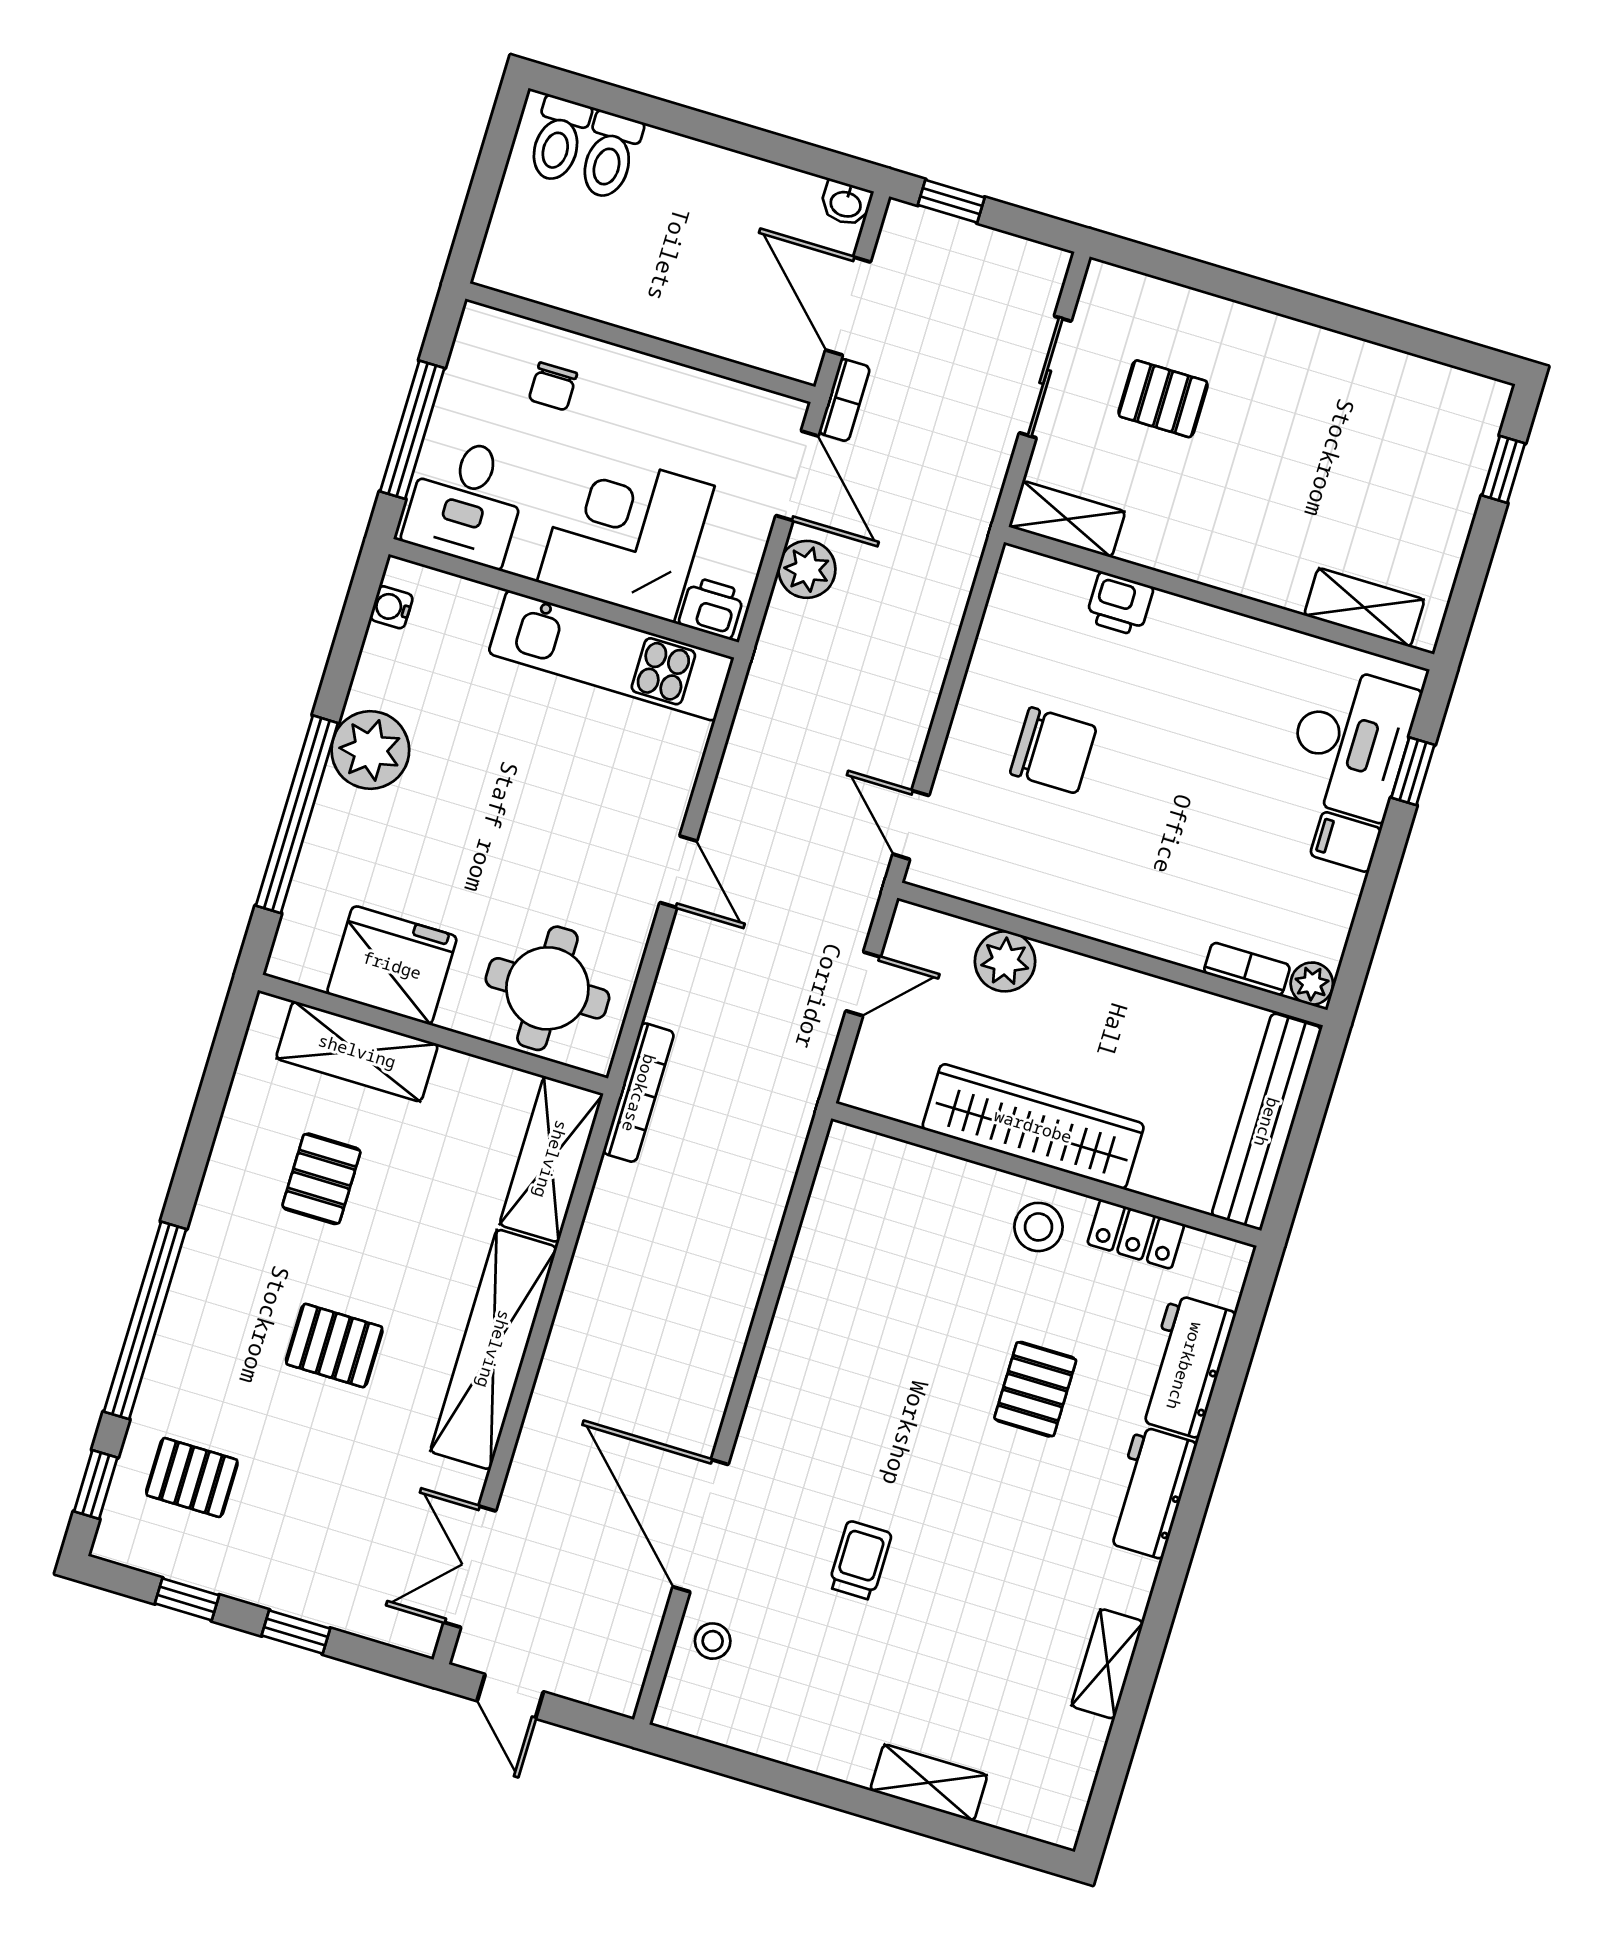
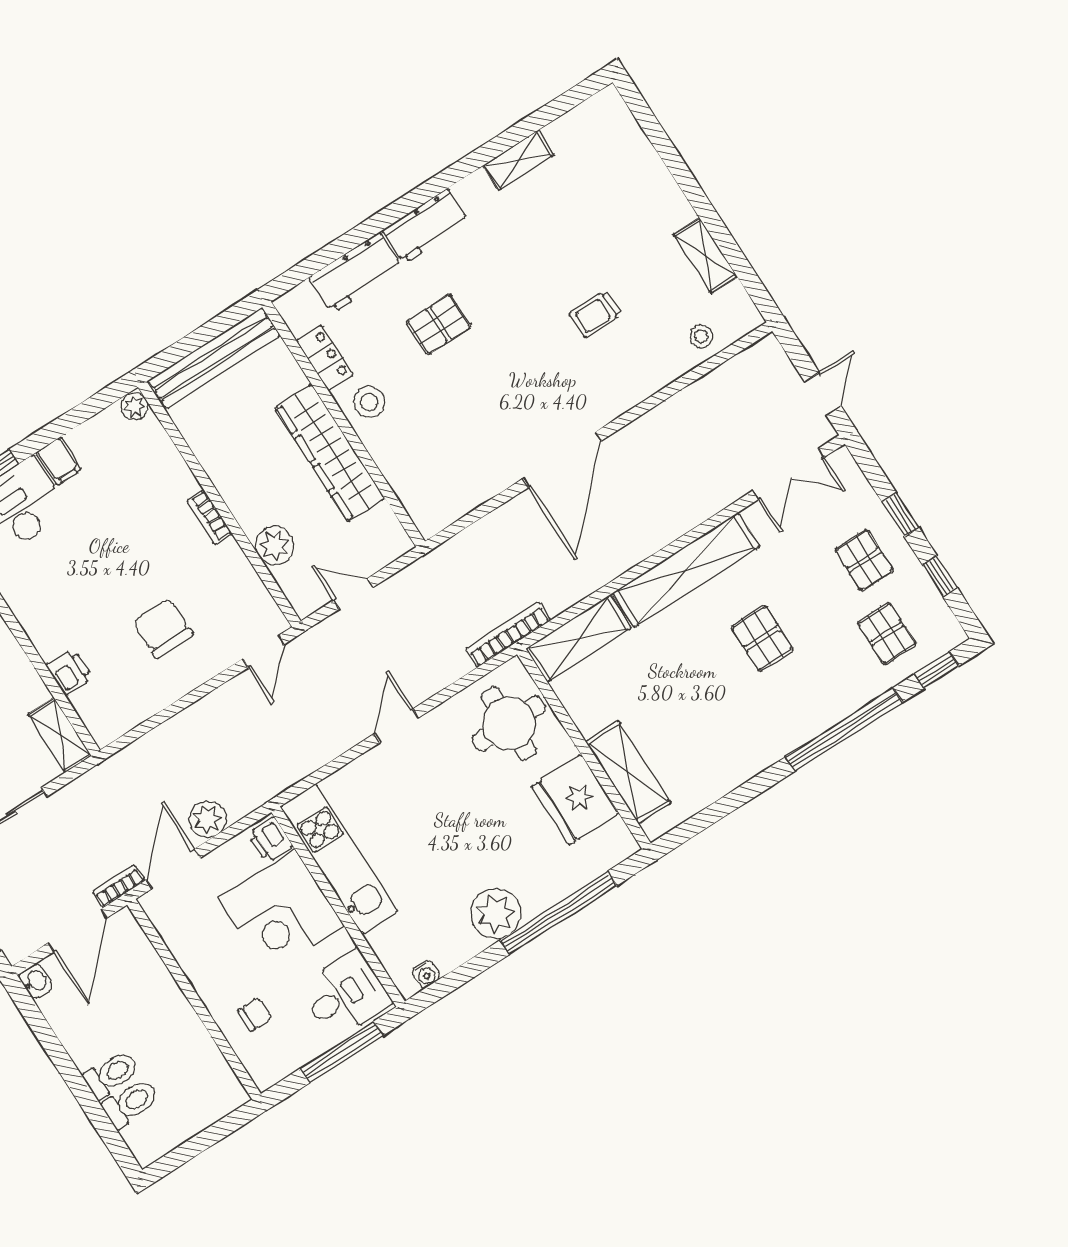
toilet: (559, 139) -> (112, 1074), moved
bookcase: (1247, 969) -> (209, 517), moved
pallet: (321, 1179) -> (864, 560), moved, turned 90
door: (701, 1526) -> (562, 460), moved
shelving: (929, 1783) -> (705, 256), moved

